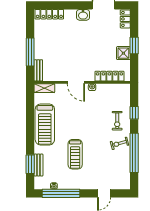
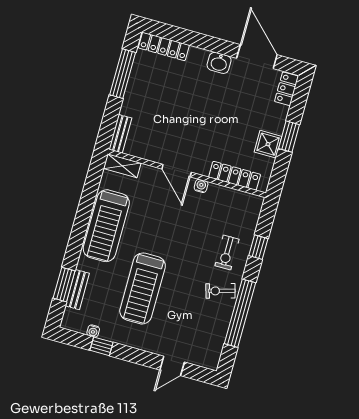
window: (30, 52) -> (123, 74), moved
treadmill: (75, 154) -> (143, 288), width x1.37, depth x1.38
window: (61, 193) -> (102, 346), width x0.32

